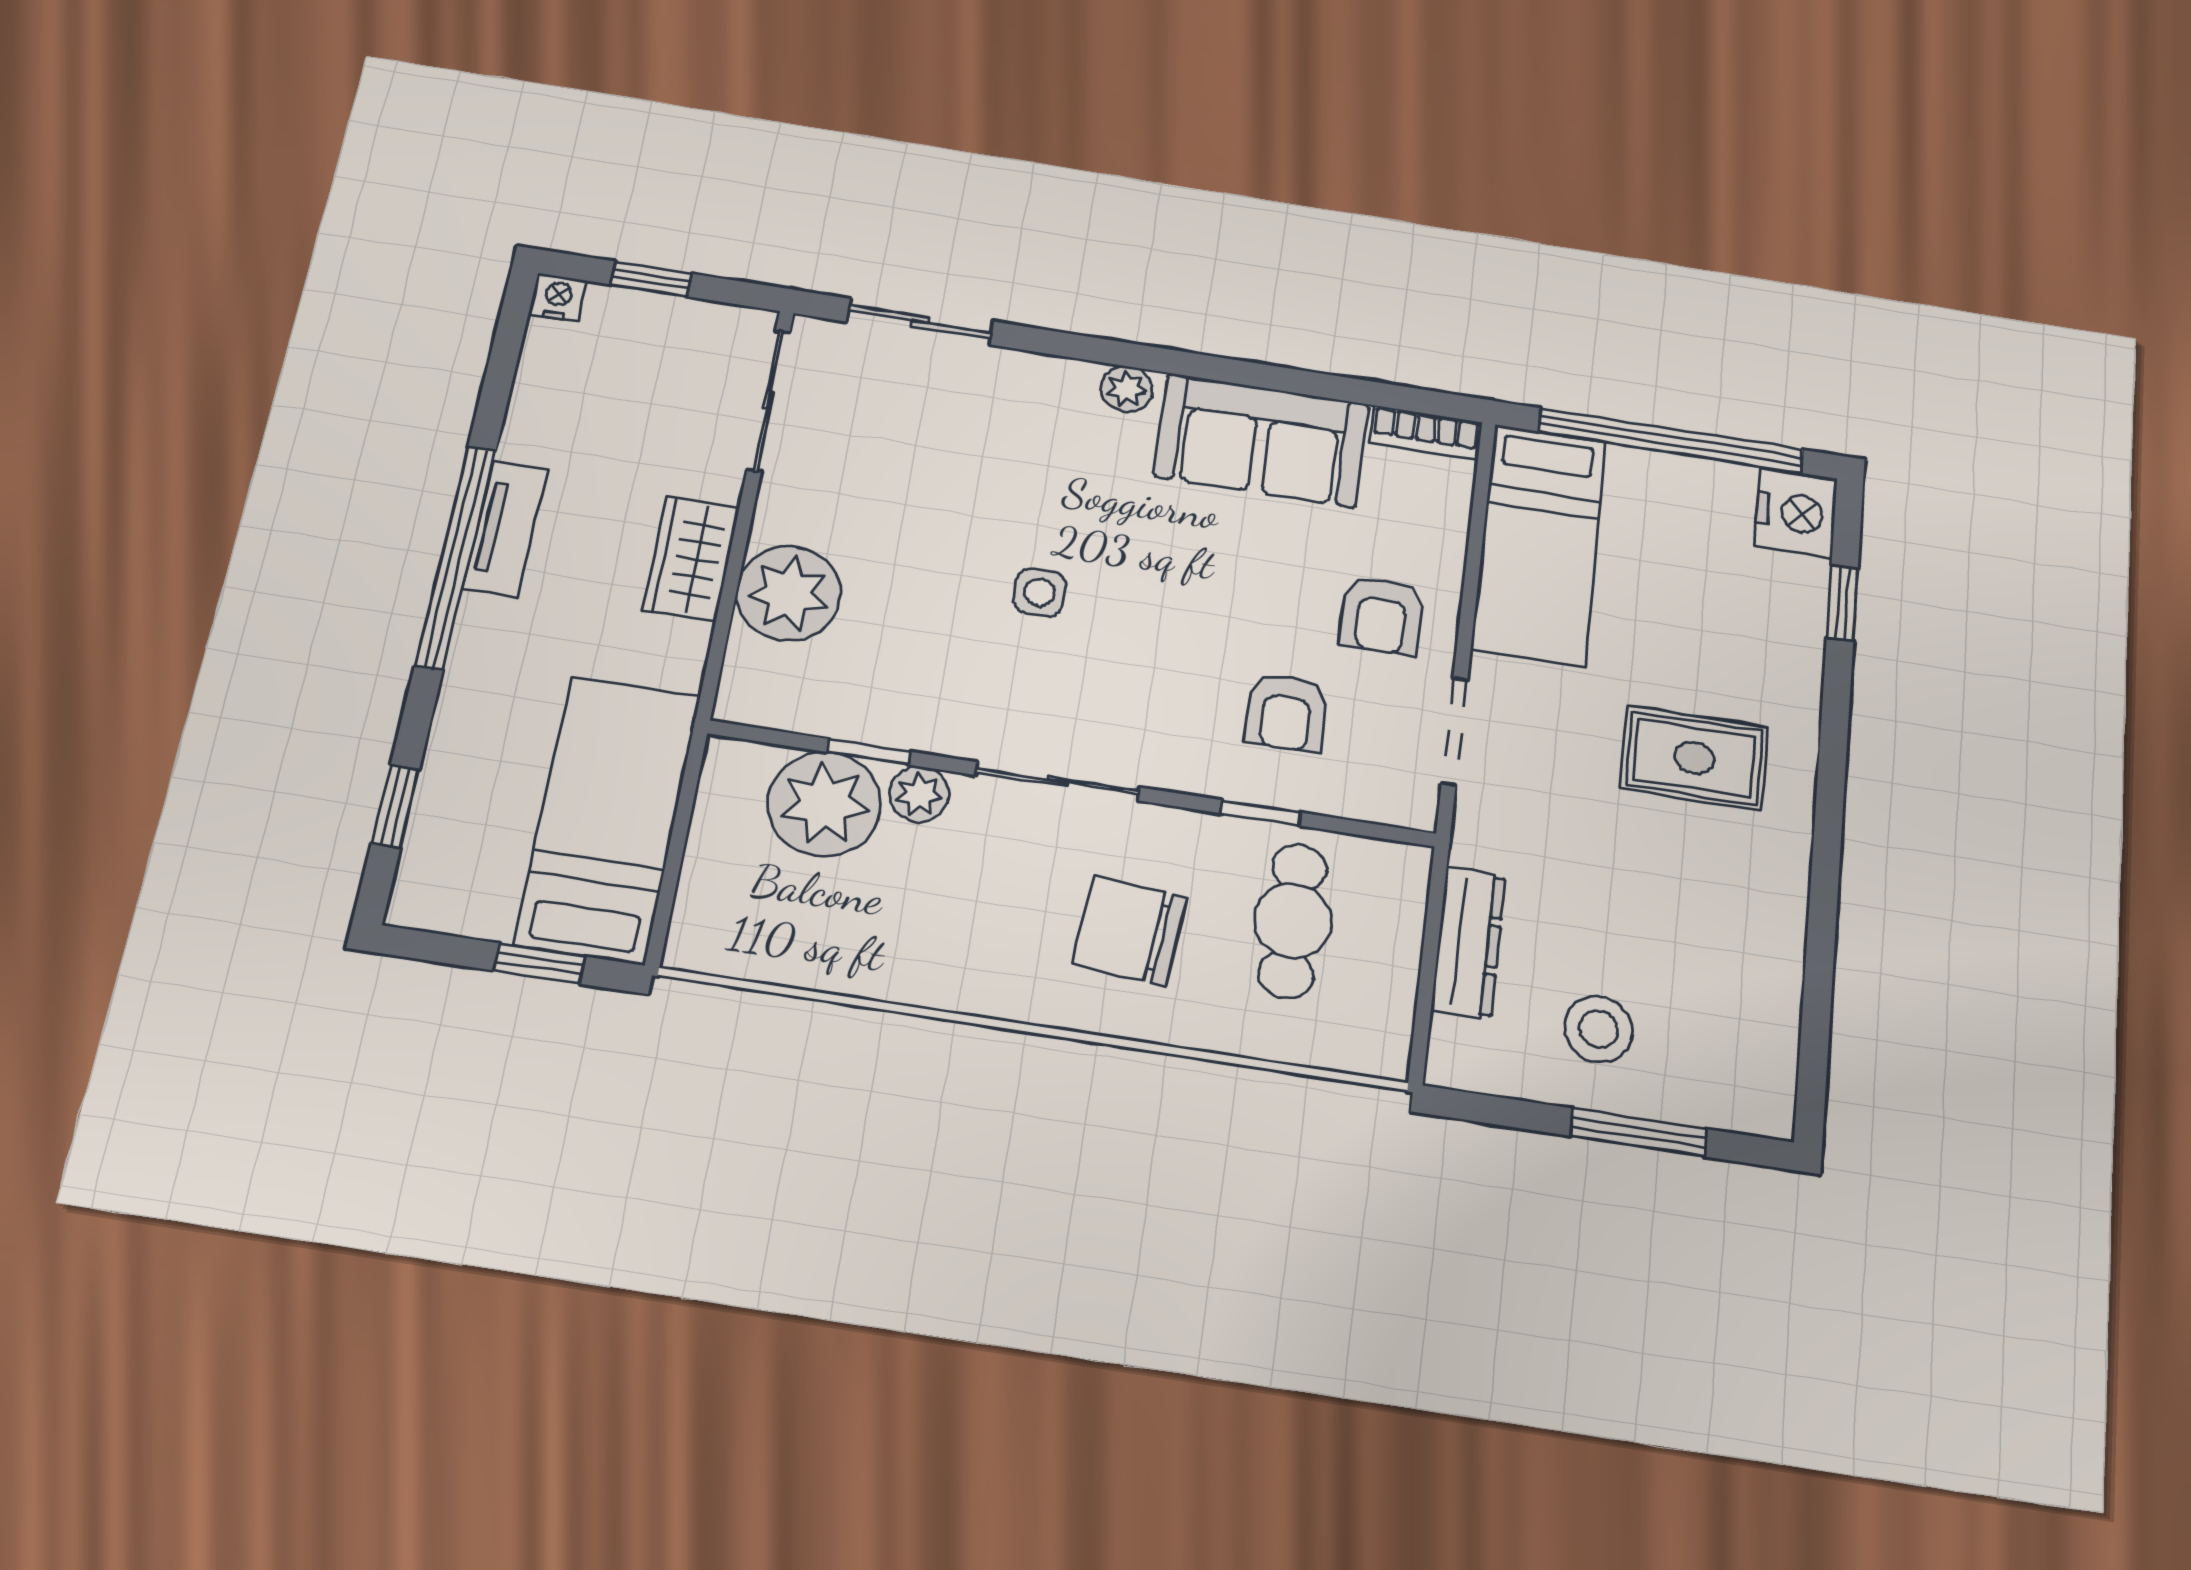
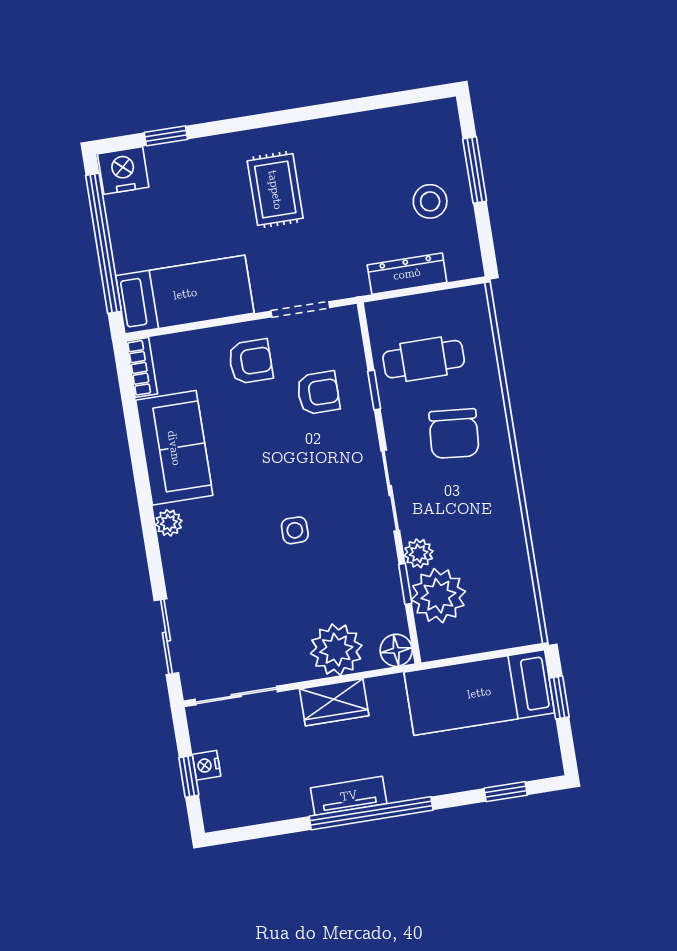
nightstand: (558, 297) -> (207, 765), moved
floor lamp: (748, 696) -> (396, 650), added

